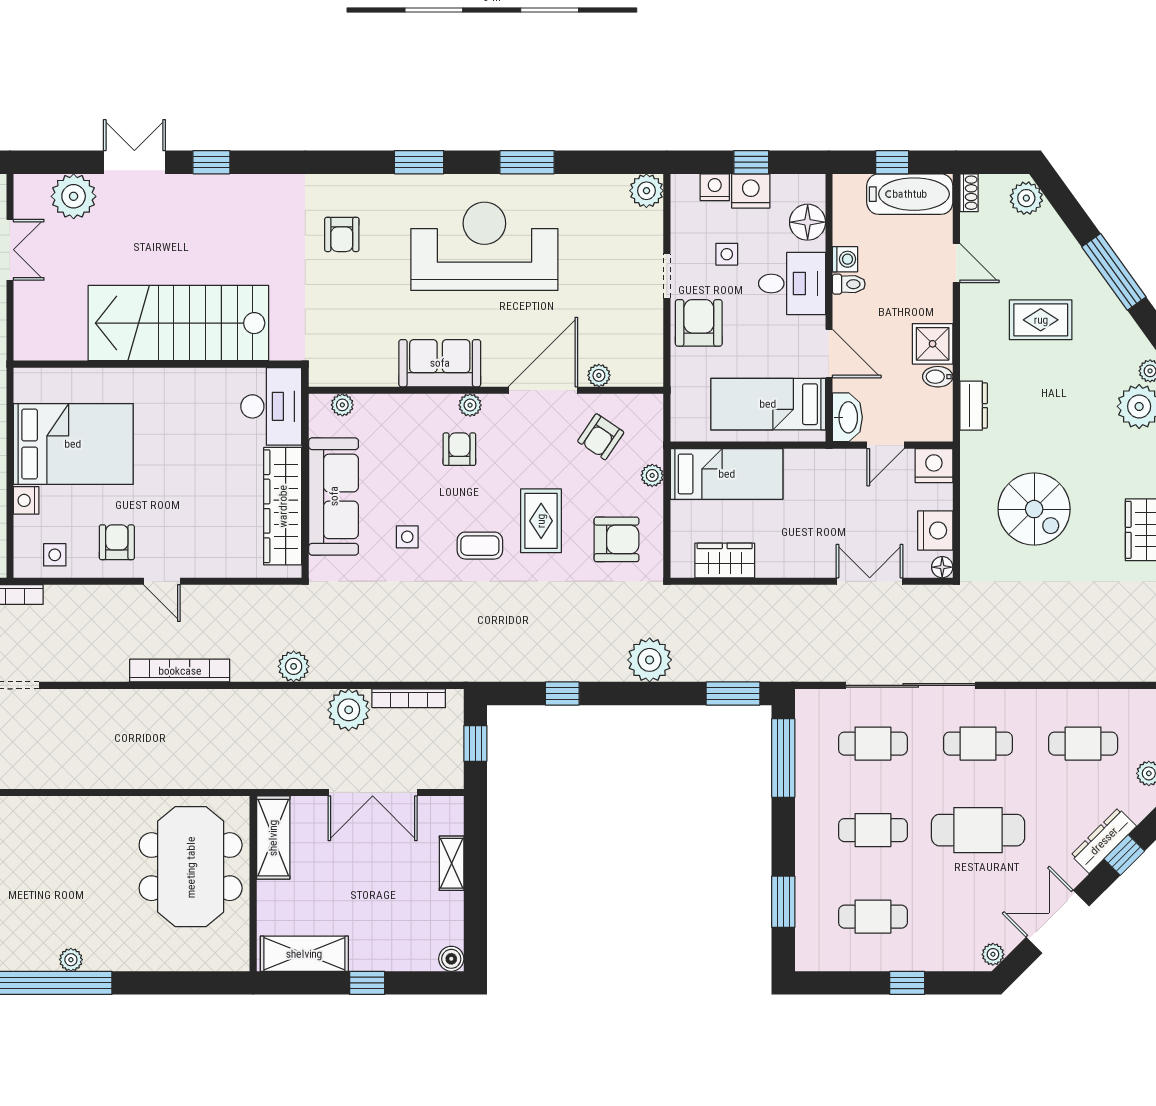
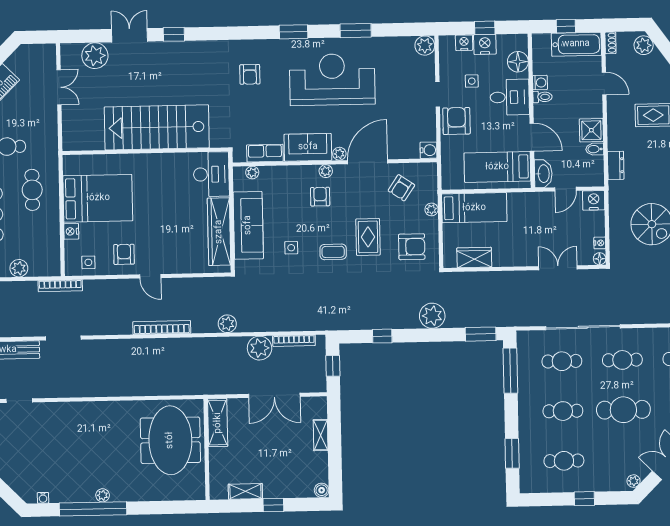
row of seats: (365, 372) -> (265, 153), added
water cooler: (649, 373) -> (429, 150), added
plant: (599, 375) -> (339, 154), moved
nightstand: (935, 530) -> (600, 243), width x0.53, depth x0.56
shelving: (304, 954) -> (245, 491), width x0.67, depth x0.75

